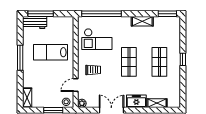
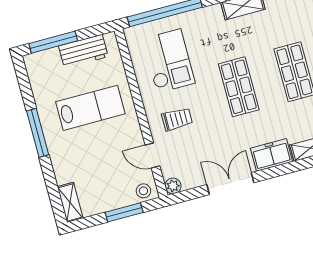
workbench: (35, 22) -> (83, 51), moved
checkout: (97, 39) -> (169, 61), turned -90
lab bench: (51, 52) -> (90, 108), turned 180
door: (76, 85) -> (153, 156), hinge flipped

